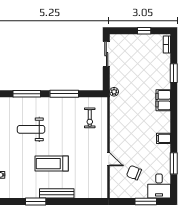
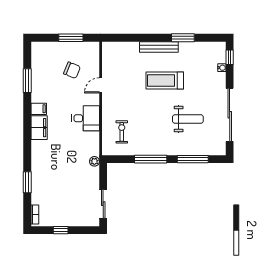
filing cabinet: (163, 100) -> (39, 128), moved
door: (109, 159) -> (101, 85), hinge flipped
treadmill: (52, 164) -> (165, 80), turned 180
desk: (159, 186) -> (86, 118), moved, turned 90
window: (146, 201) -> (71, 38), moved

